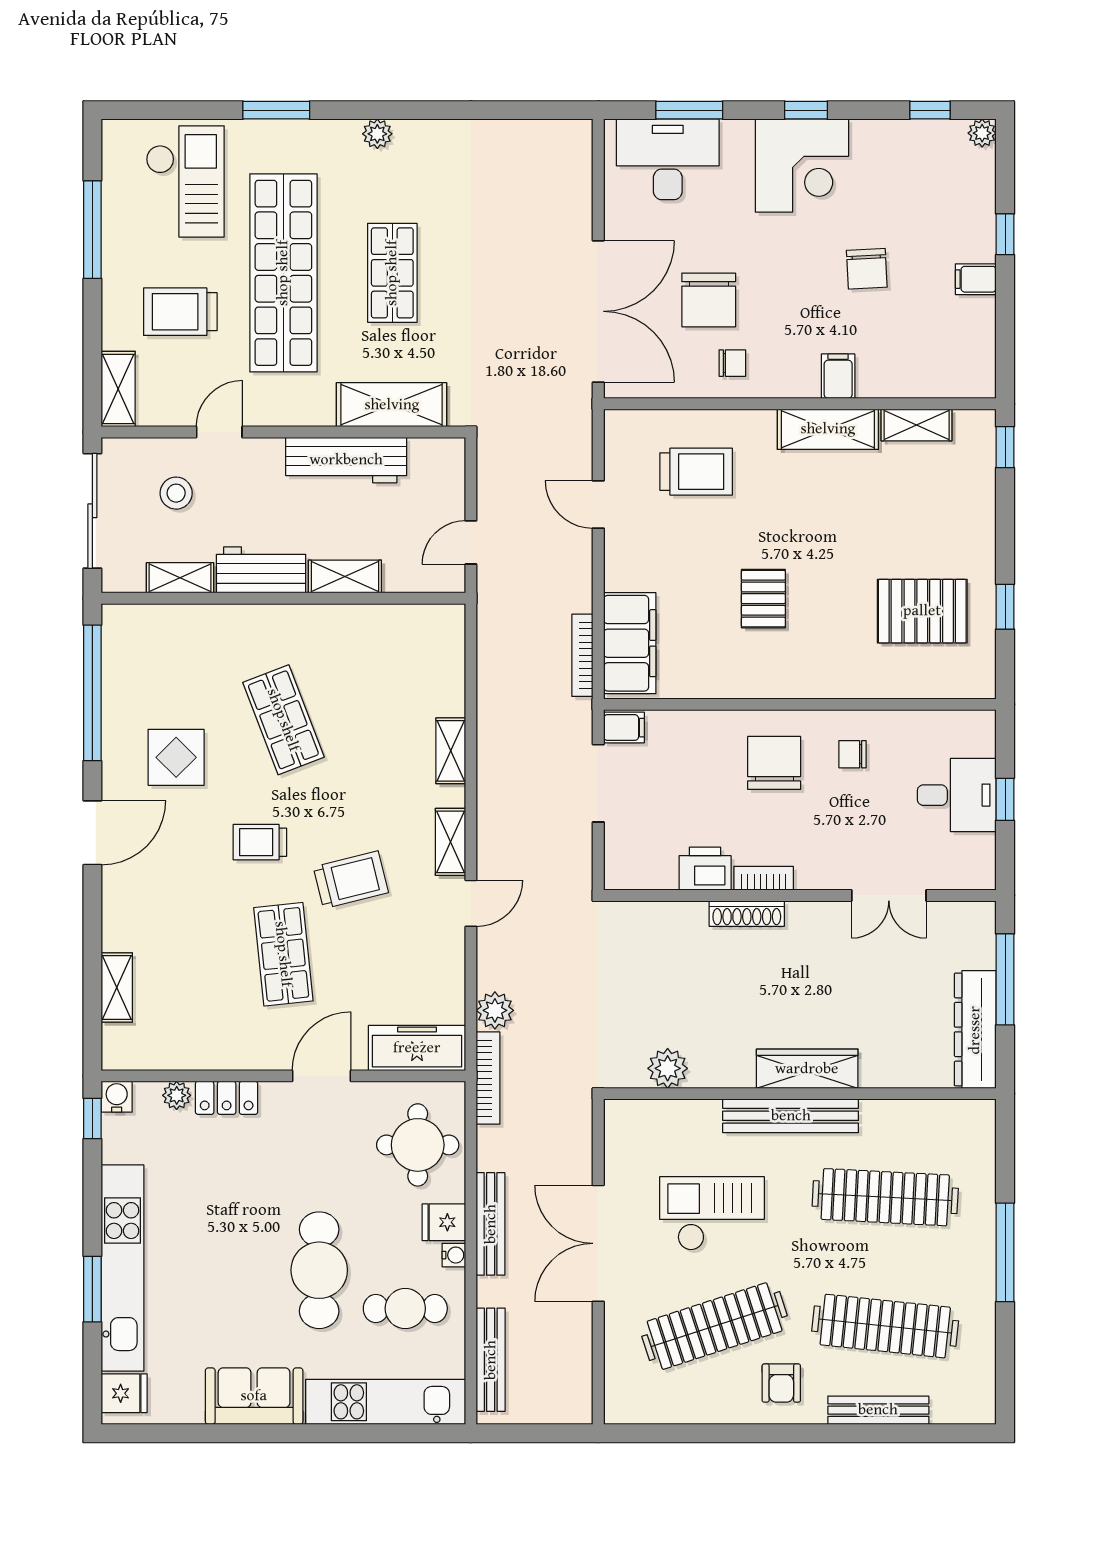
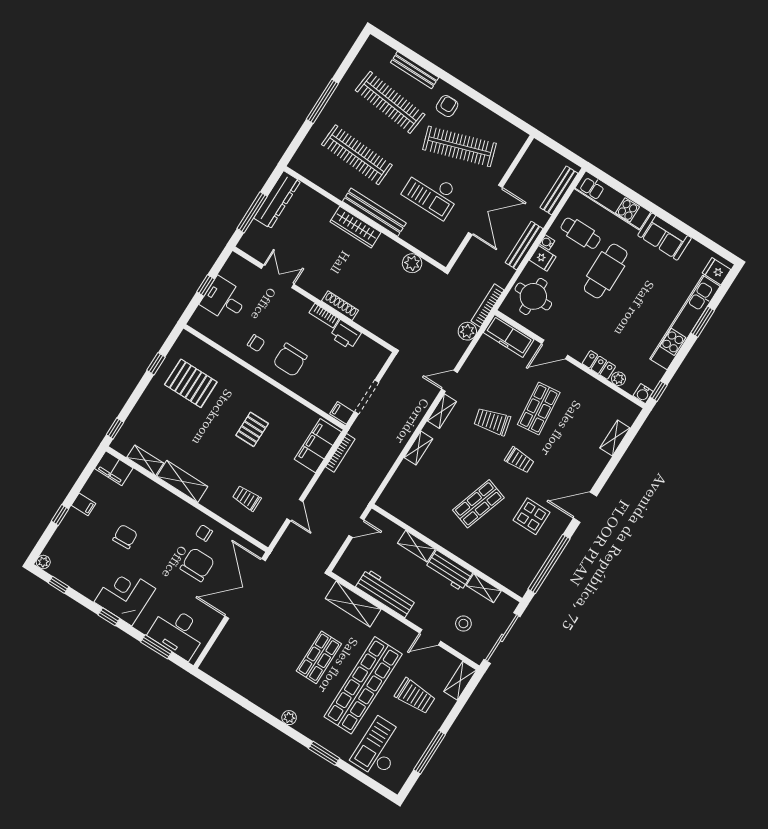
filing cabinet: (838, 376) -> (114, 468), moved, width x2.00
trolley: (696, 472) -> (247, 498), width x0.73, depth x0.72
shop shelf: (283, 720) -> (478, 504), turned 39

